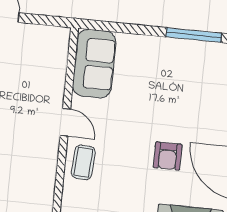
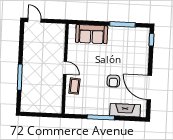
sofa: (94, 64) -> (92, 34), moved, turned 90

